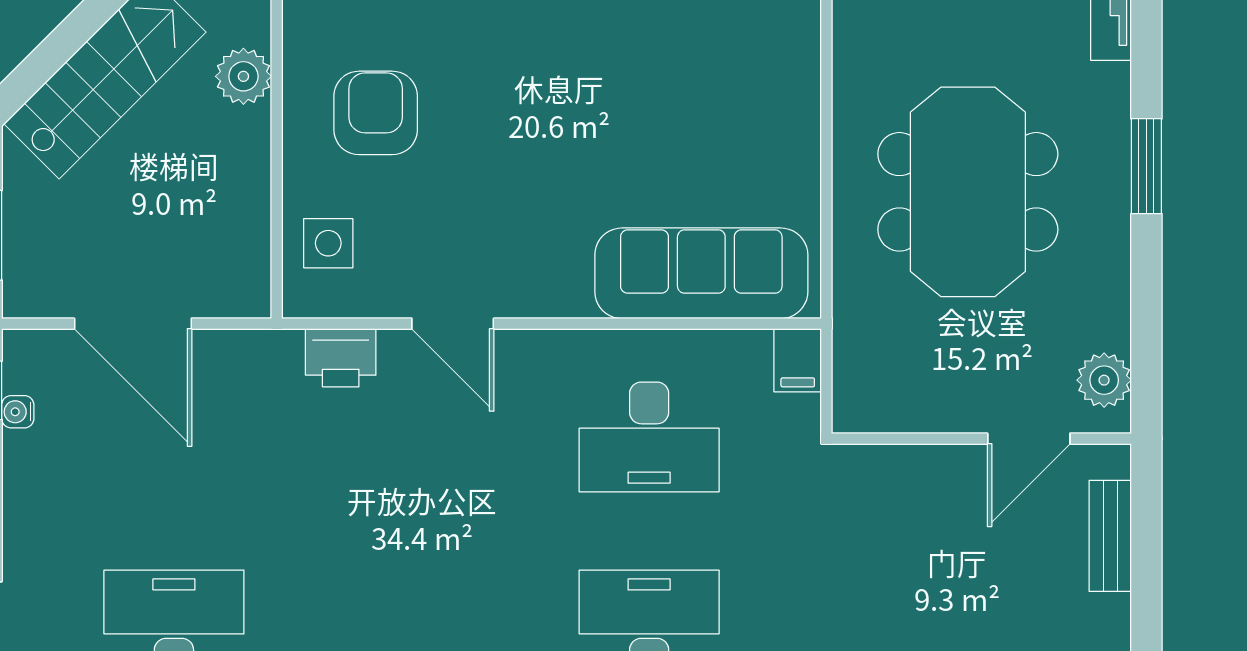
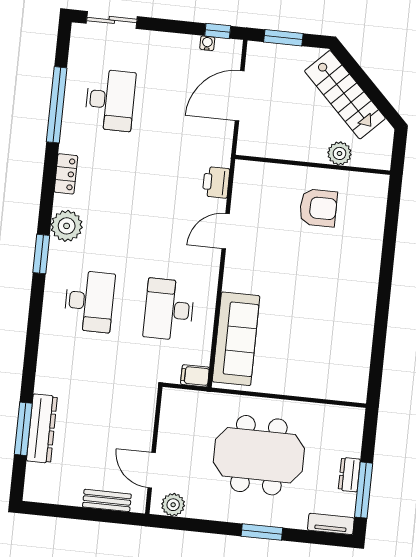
side table: (328, 243) -> (265, 182), removed

